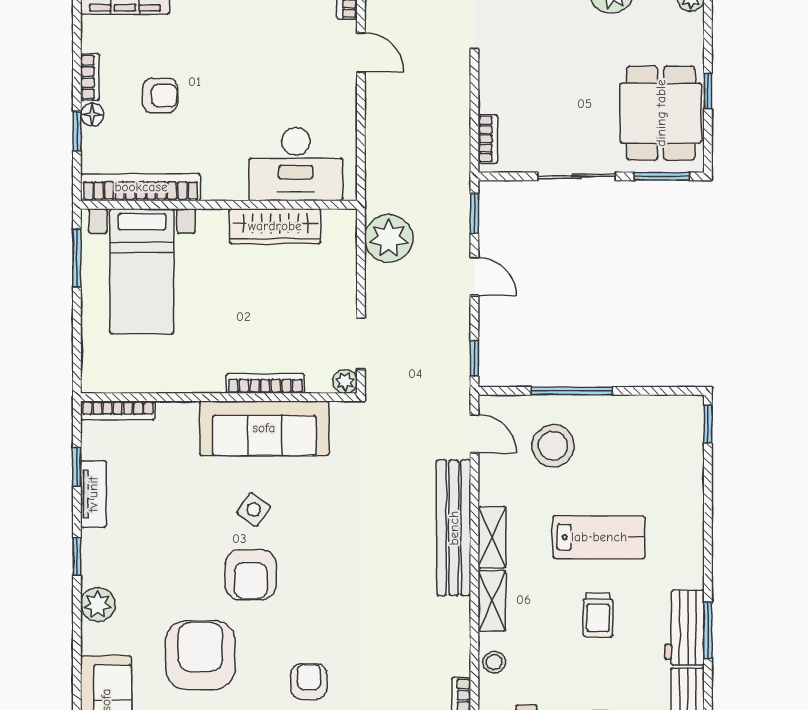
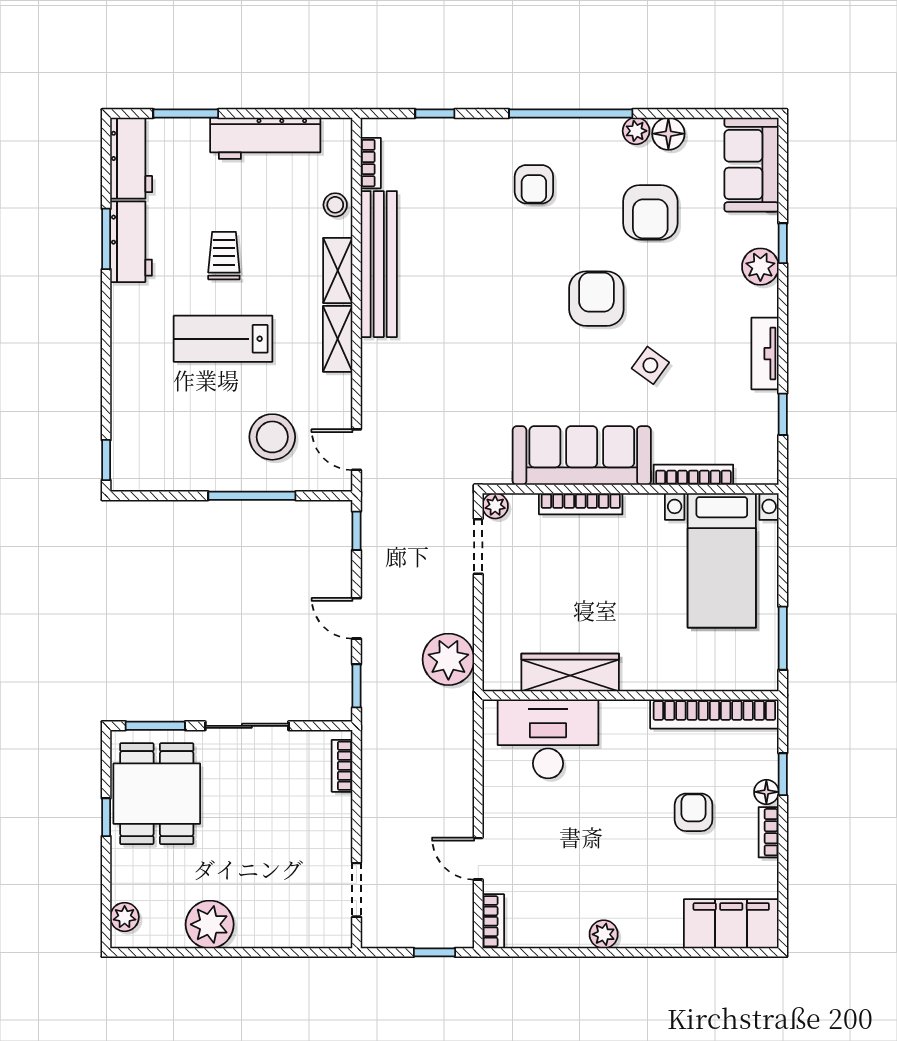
armchair: (160, 96) -> (694, 812), turned 90
bed with nightstands: (142, 271) -> (722, 560), moved, turned 180
bookcase: (118, 410) -> (693, 475), moved
tv unit: (93, 494) -> (765, 354), moved
side table: (254, 509) -> (650, 365), moved
bench: (454, 528) -> (379, 264), moved
window: (77, 556) -> (783, 243), moved
armchair: (200, 655) -> (650, 212), width x0.73, depth x0.73

